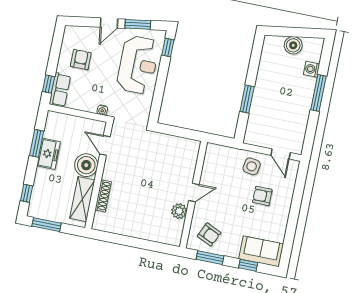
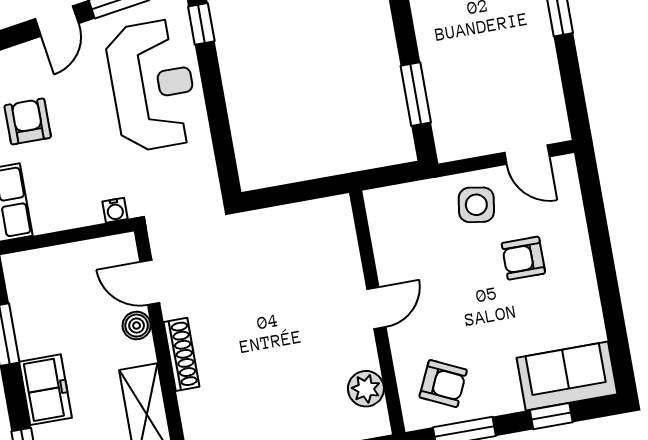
window: (247, 99) -> (416, 94), moved
freezer: (48, 154) -> (45, 390), moved
boiler: (86, 165) -> (137, 326), width x0.54, depth x0.54
shoe rack: (103, 196) -> (181, 354), moved
plant: (179, 211) -> (366, 389), moved

